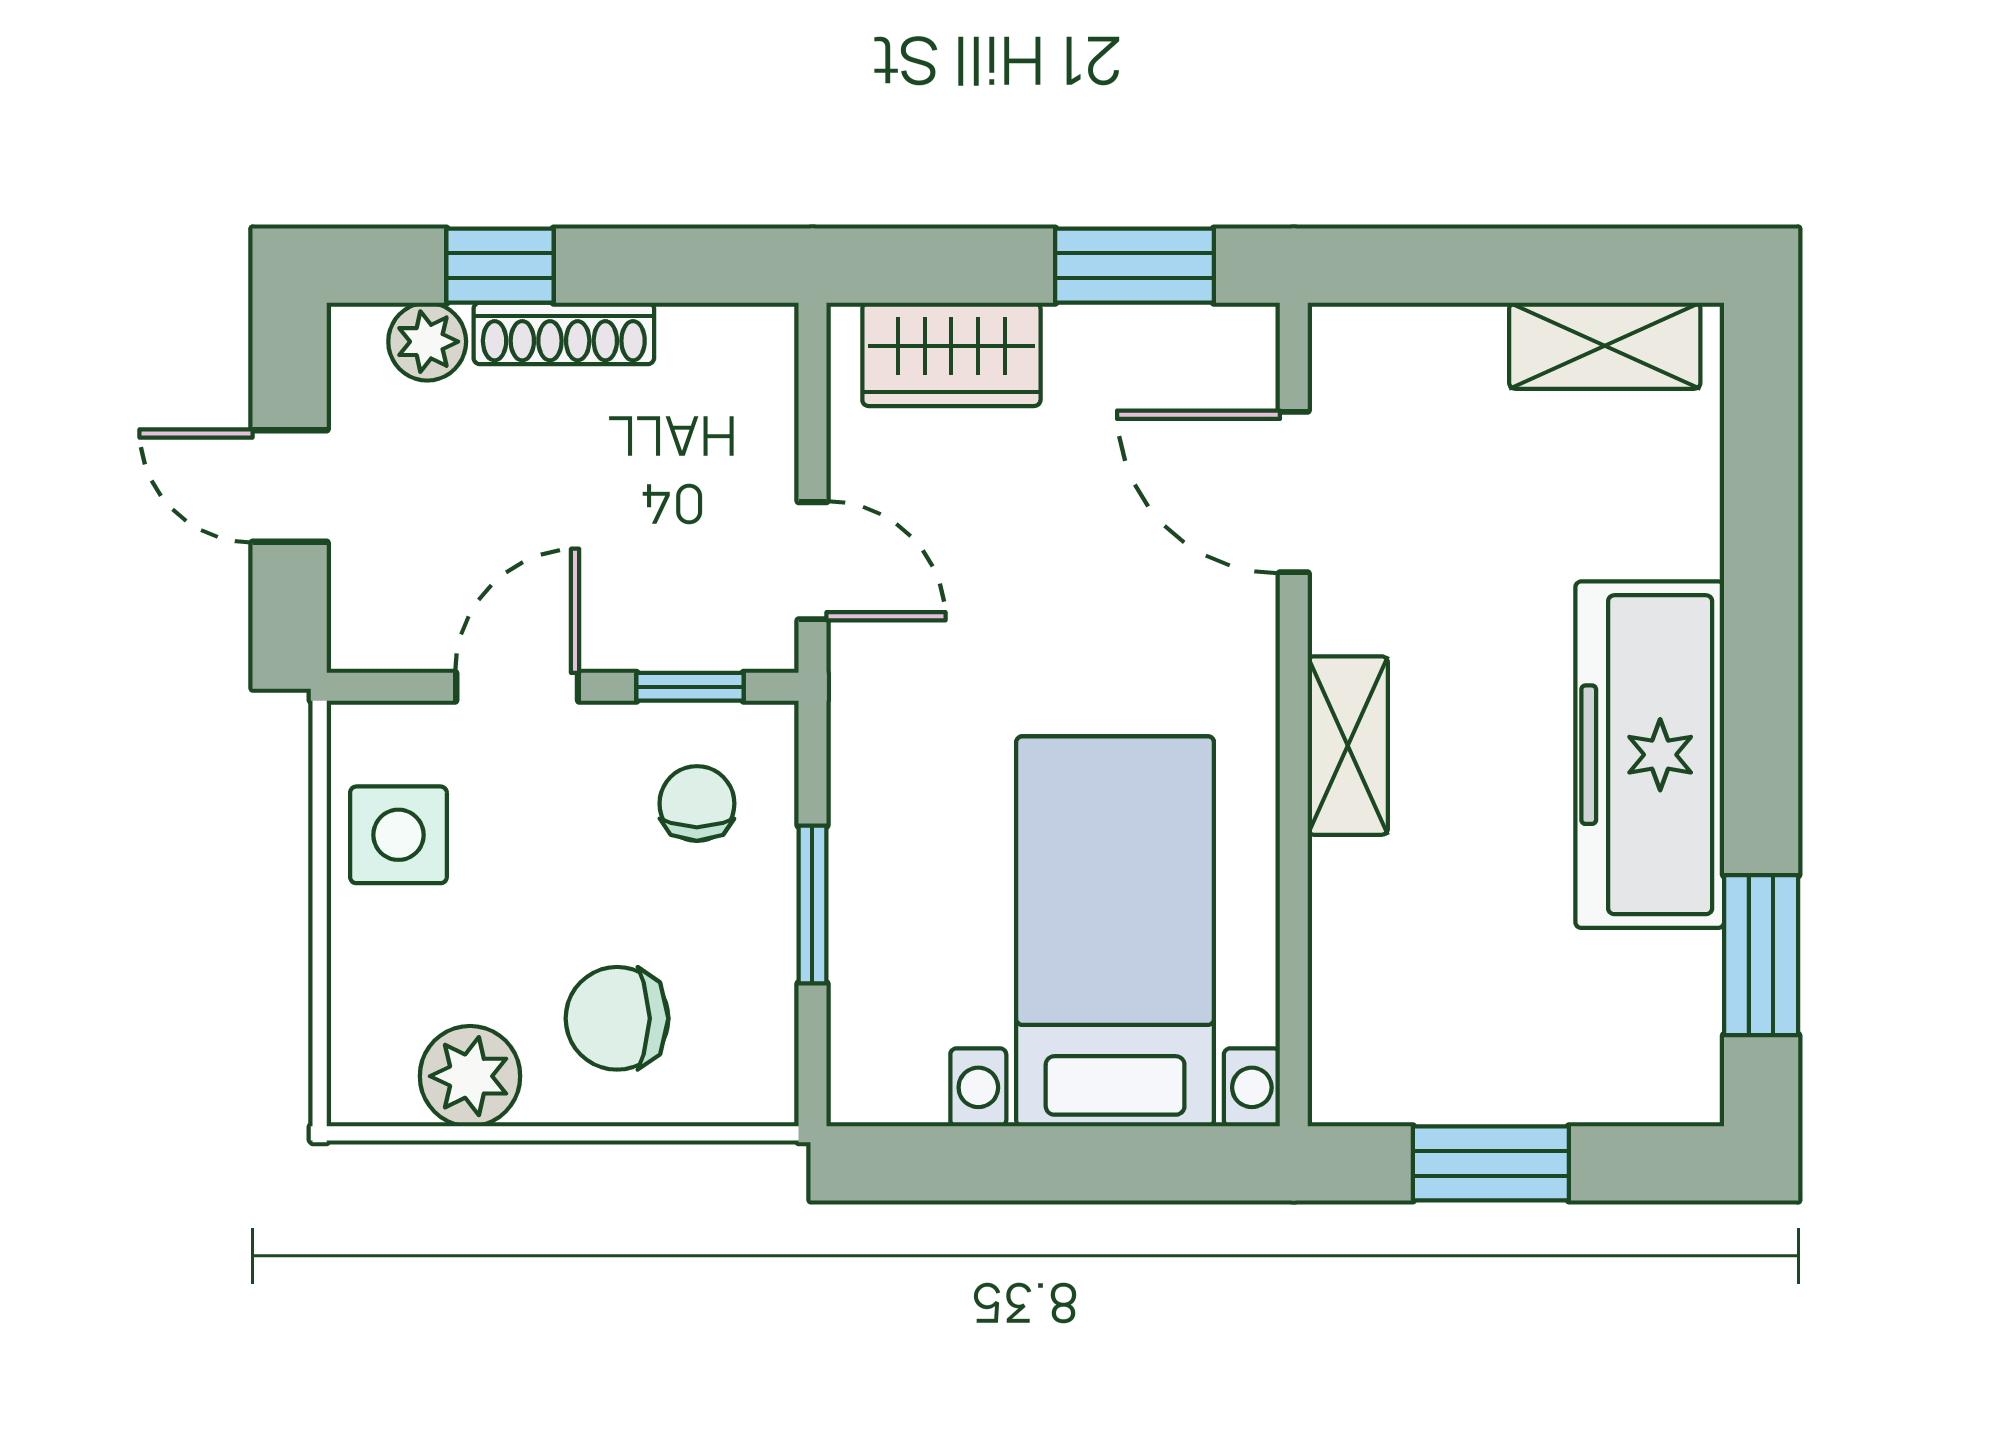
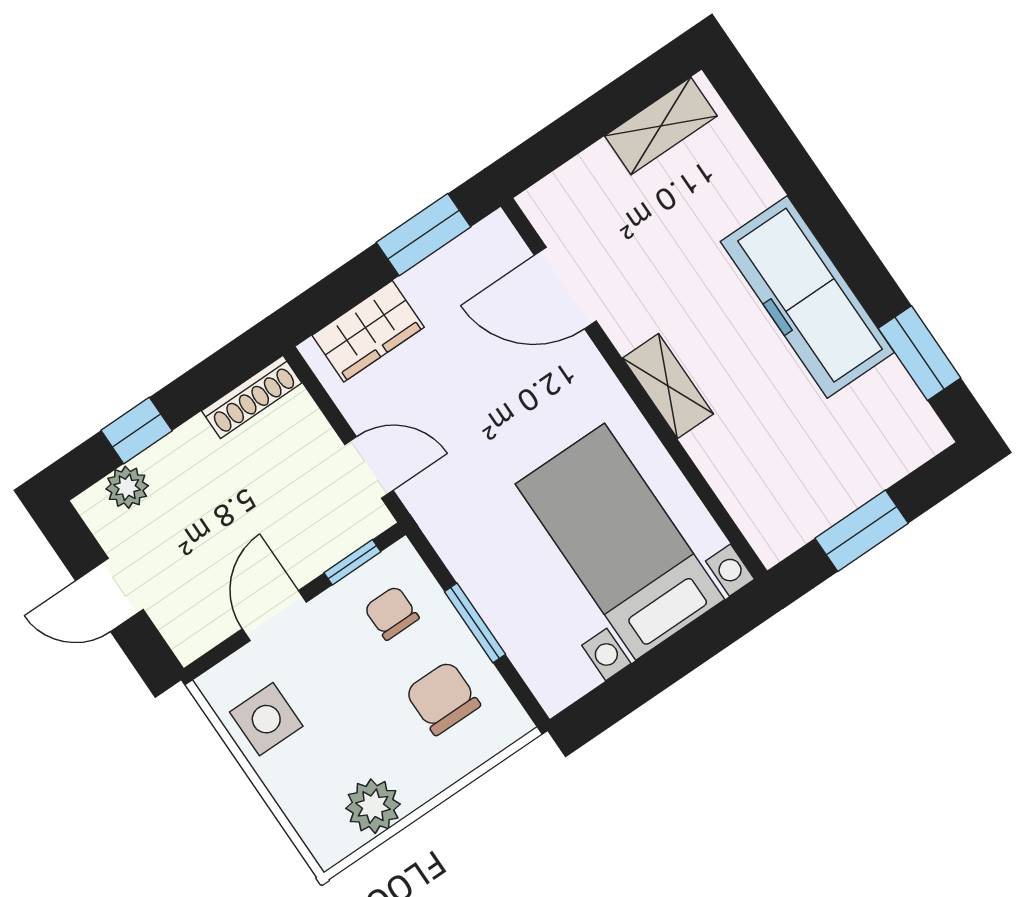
shoe rack: (564, 333) -> (252, 397), moved
chair: (617, 1018) -> (443, 698), moved, turned 90

